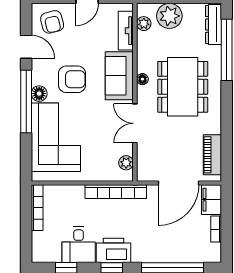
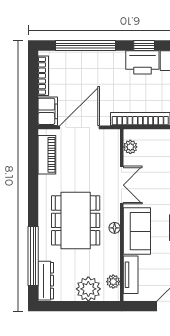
bookcase: (216, 229) -> (43, 76), width x1.56

